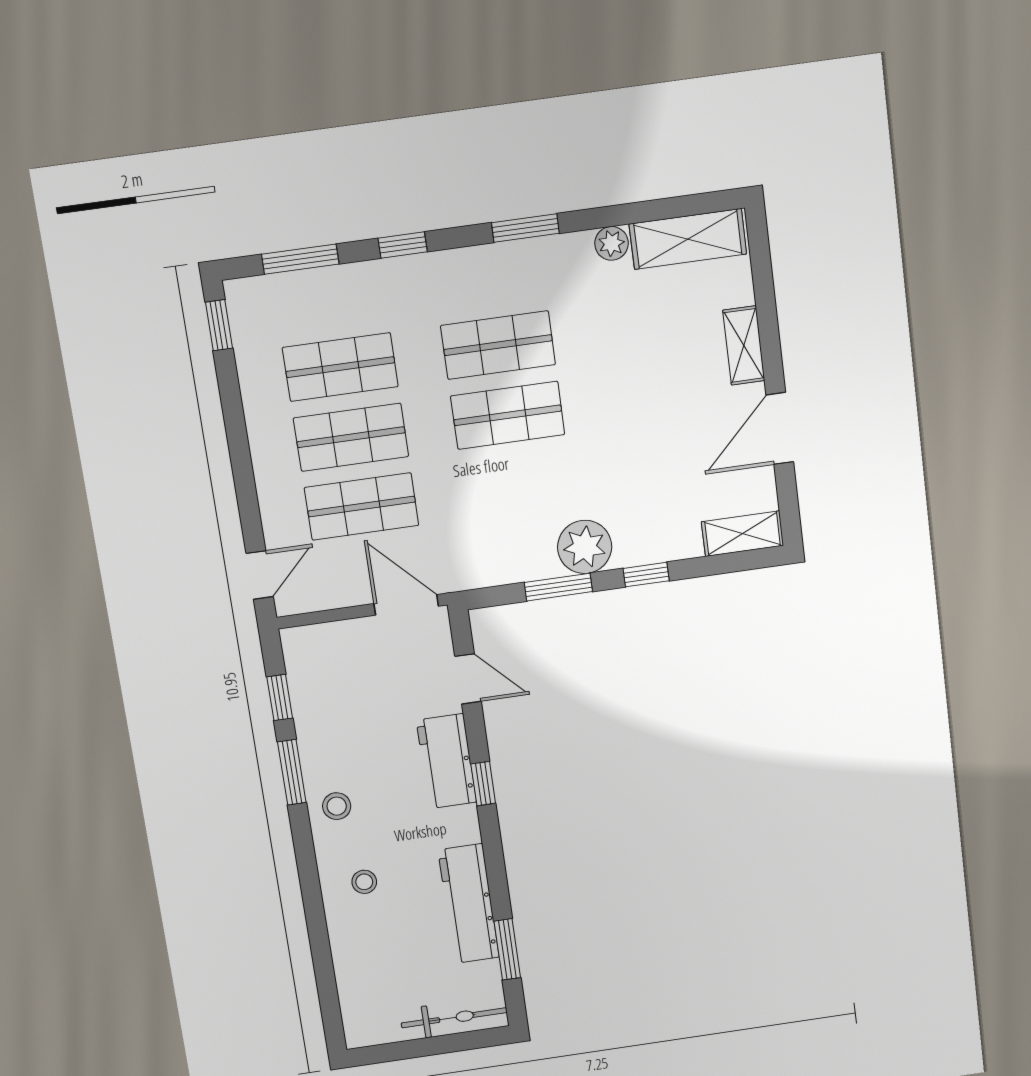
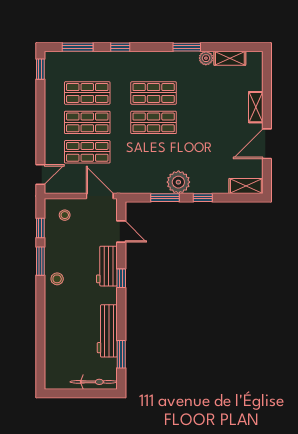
window: (525, 228) -> (187, 47), moved
shelving: (688, 239) -> (230, 58), width x0.67, depth x0.75
stool: (364, 882) -> (65, 215), moved

